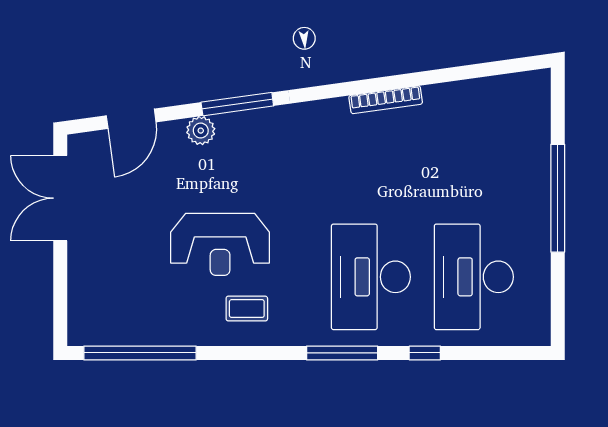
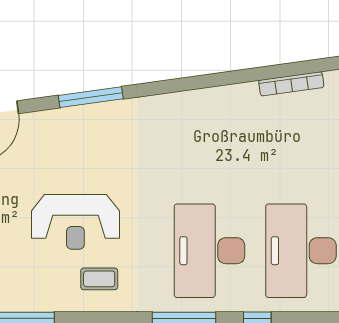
bookcase: (386, 100) -> (291, 84), moved
plant: (201, 131) -> (58, 121), removed

